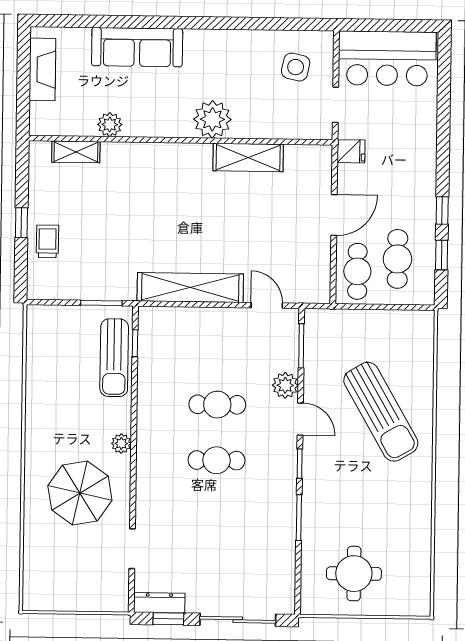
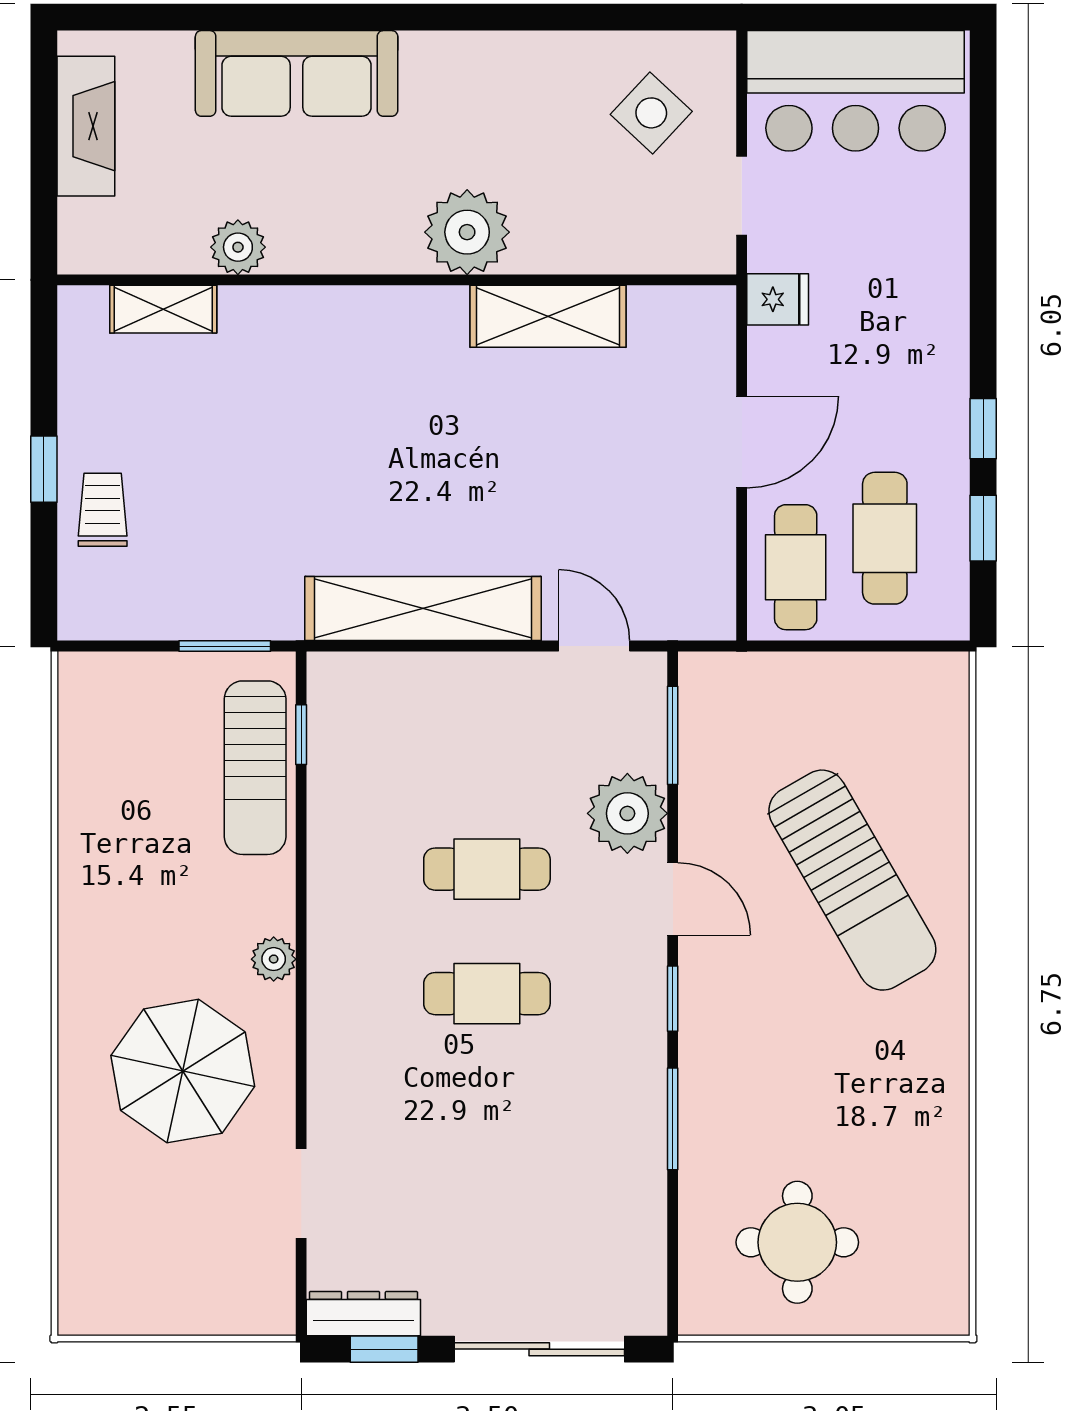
side table: (296, 67) -> (651, 113), turned 31
plant: (285, 385) -> (627, 813), width x1.36, depth x1.36

